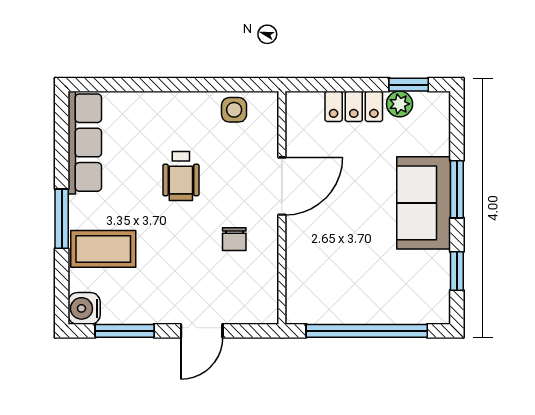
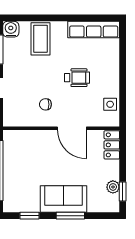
locker: (354, 106) -> (112, 145), moved
wheelchair: (181, 176) -> (77, 78), turned 180
window: (62, 219) -> (56, 18), removed

